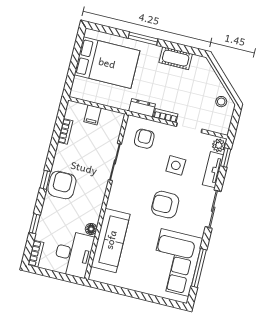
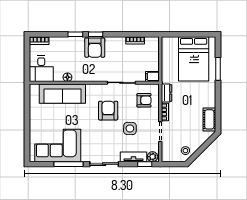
window: (143, 39) -> (218, 69), moved
cot: (176, 58) -> (209, 119), moved
filing cabinet: (93, 115) -> (152, 76), moved
armchair: (62, 185) -> (95, 48), turned 90
armchair: (165, 205) -> (108, 111), moved
window: (35, 224) -> (75, 34), moved
desk: (73, 254) -> (41, 69), width x0.73
window: (199, 268) -> (68, 164), moved

